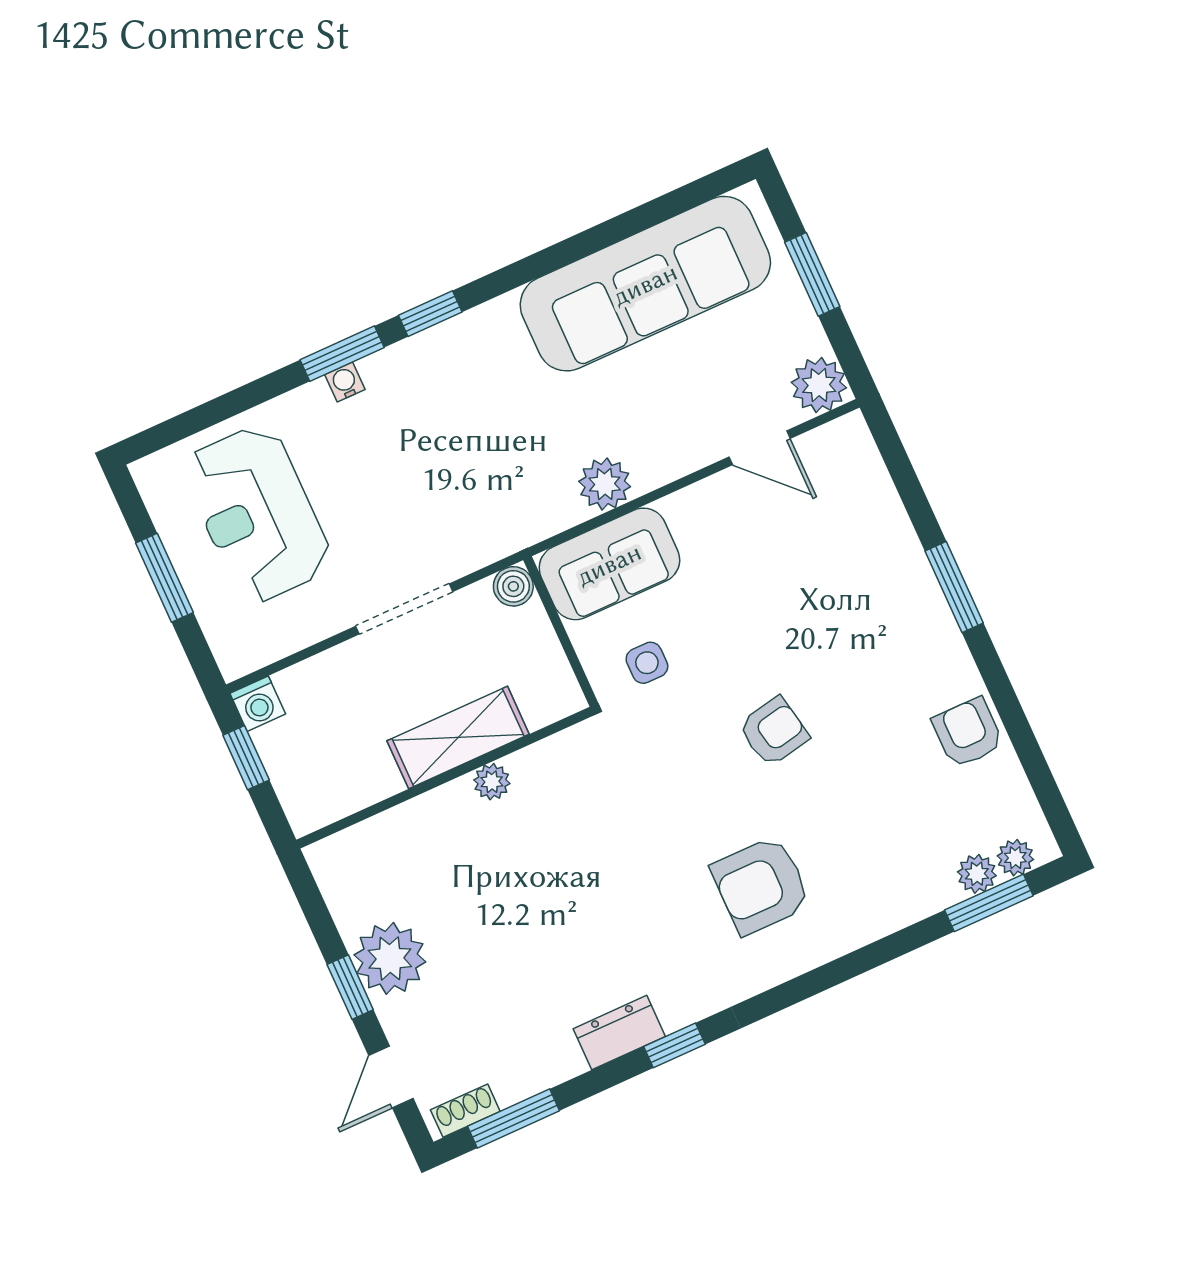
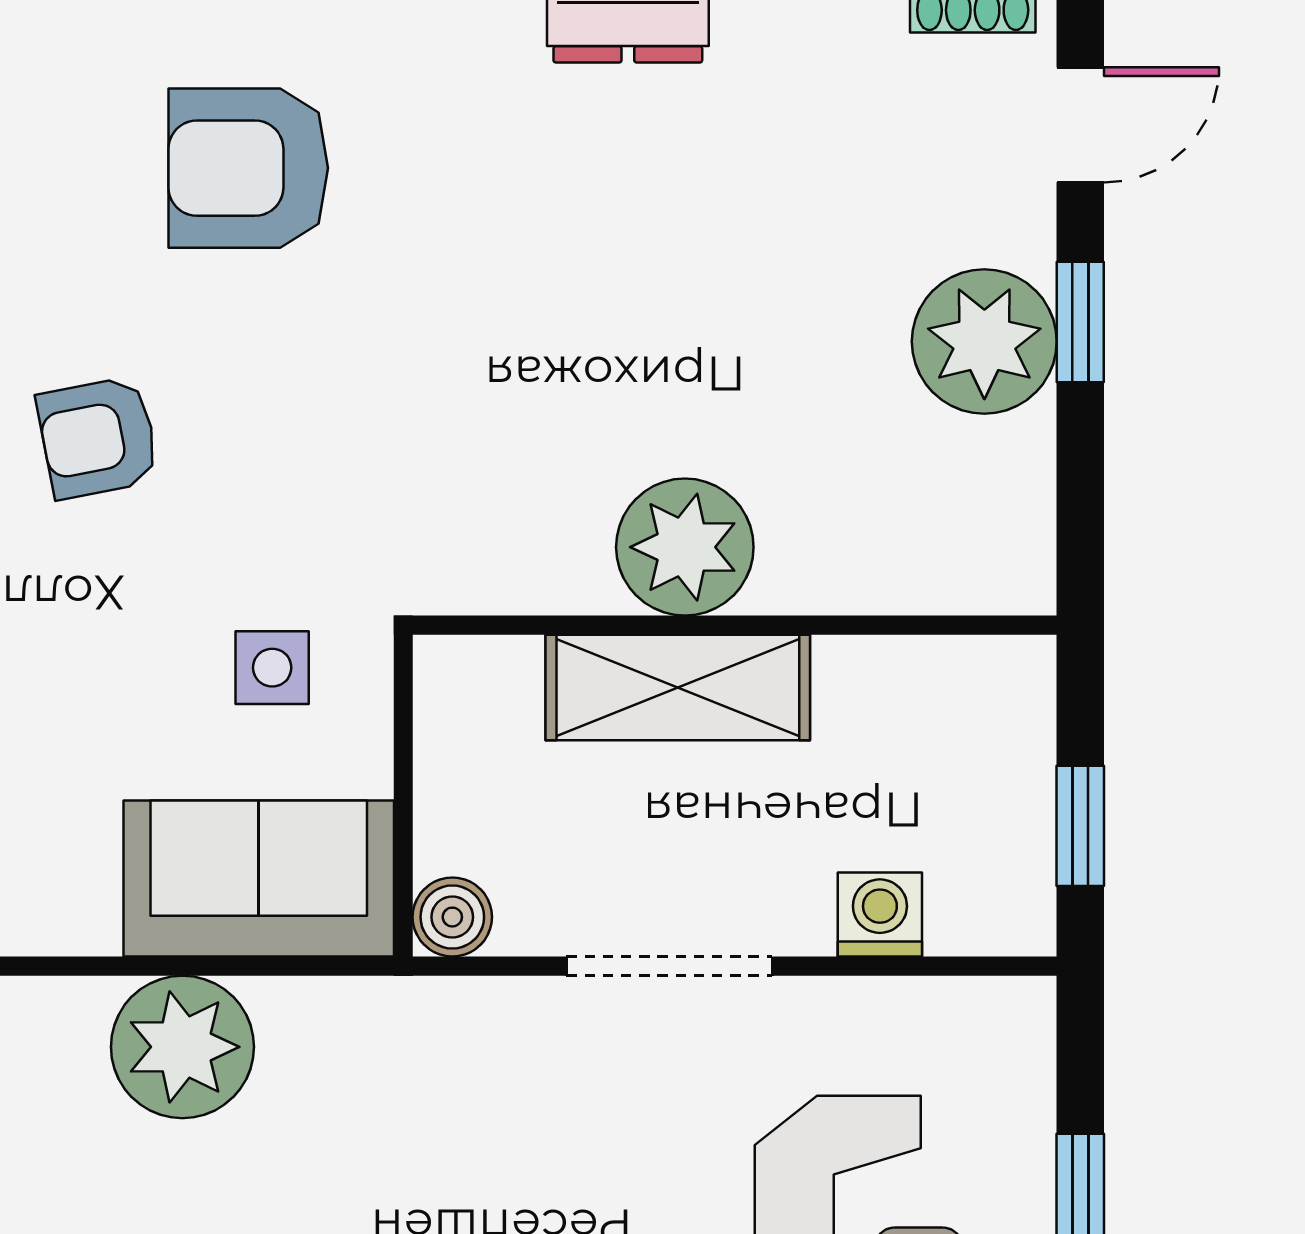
plant: (605, 484) -> (182, 1047), width x1.36, depth x1.36
washing machine: (258, 704) -> (880, 915), moved
plant: (492, 782) -> (685, 547), width x1.88, depth x1.88
armchair: (761, 885) -> (248, 168), turned 180

